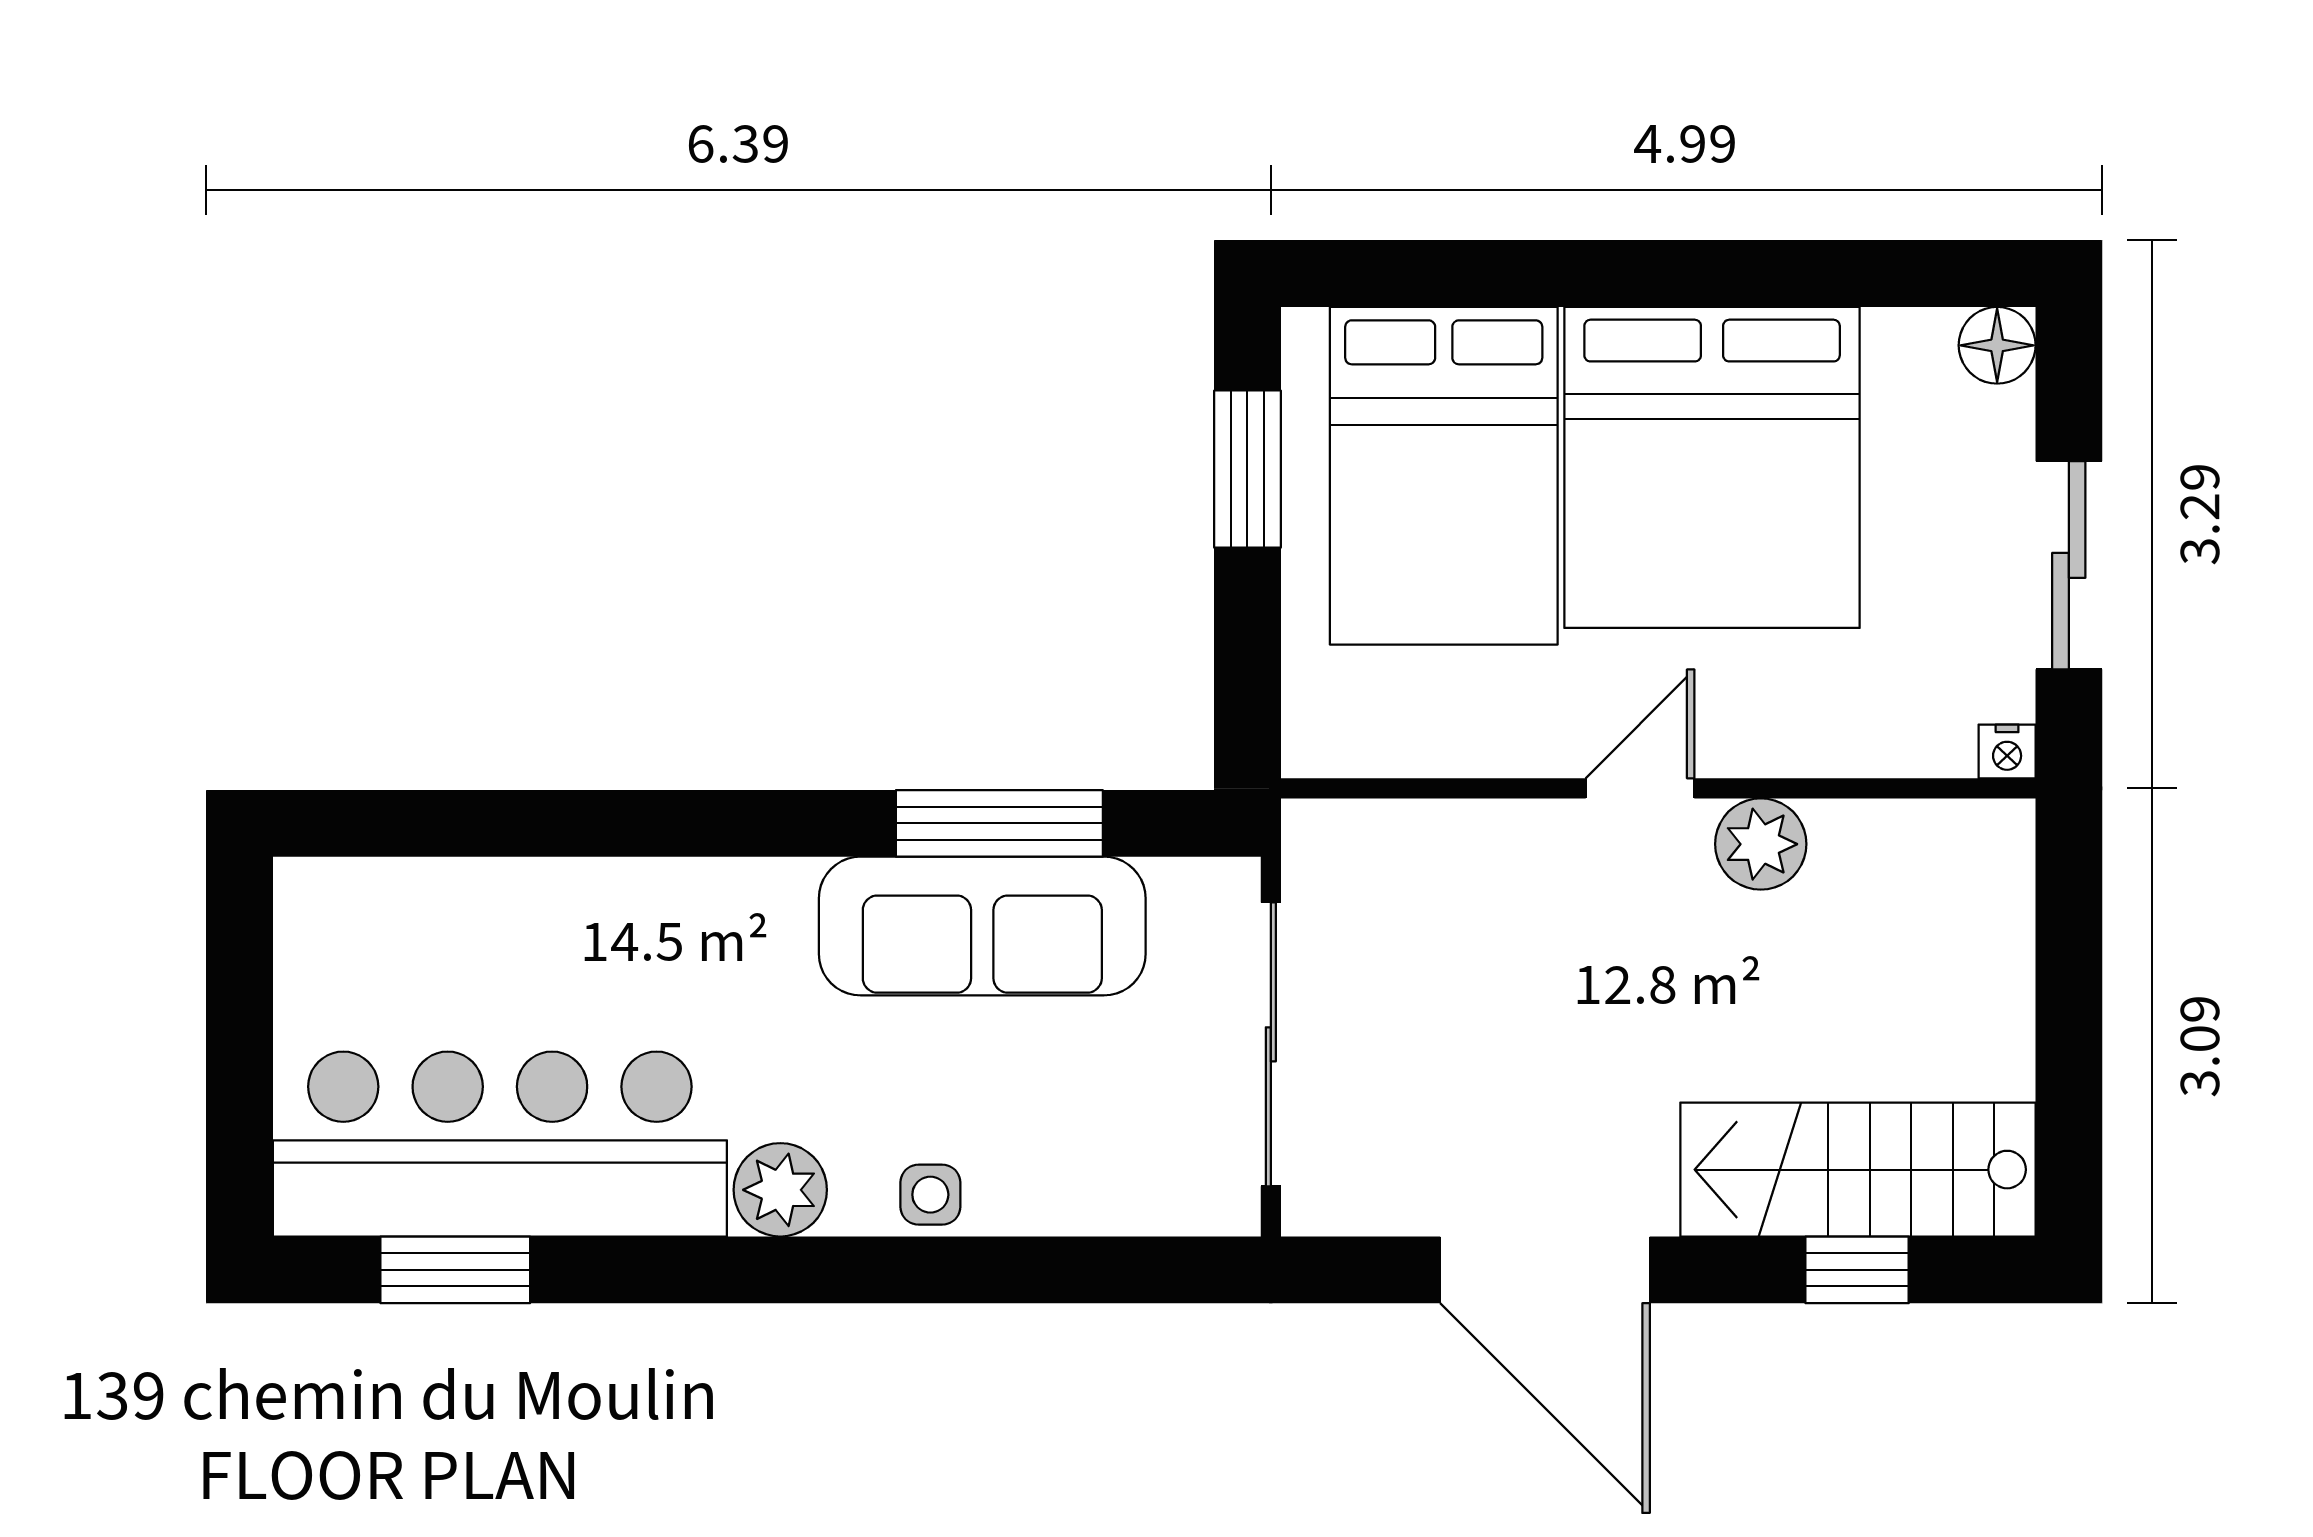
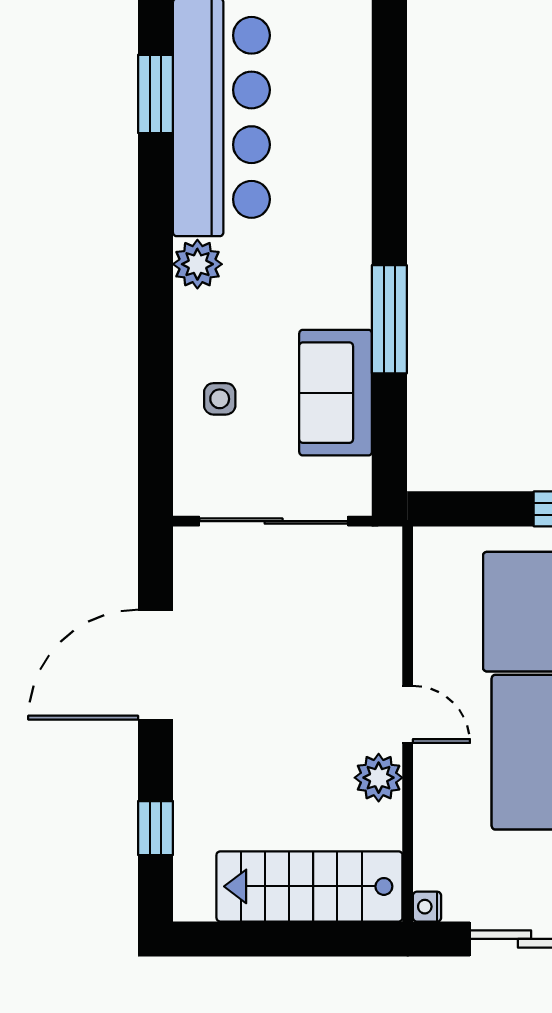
window: (999, 823) -> (389, 319), moved
sofa: (982, 926) -> (336, 393), width x0.73
stairs: (1858, 1170) -> (309, 886), moved, turned -90
side table: (930, 1195) -> (220, 399), moved

